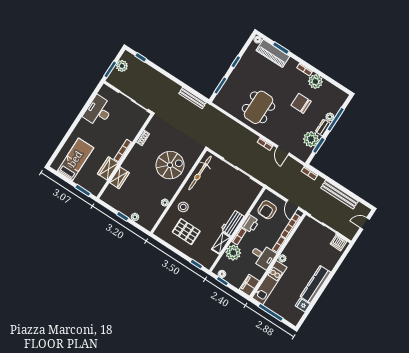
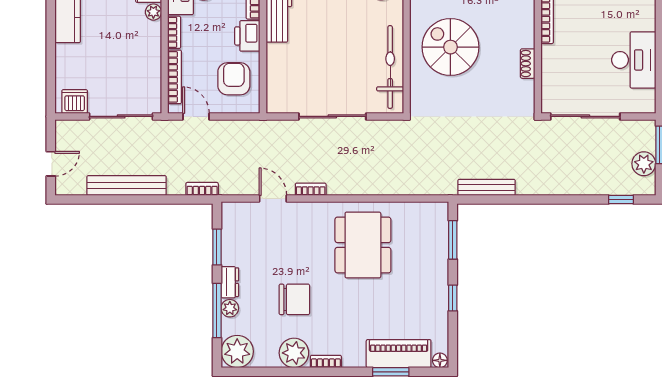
plant: (311, 139) -> (237, 351), moved
spiral stairs: (170, 165) -> (450, 47), turned 90

